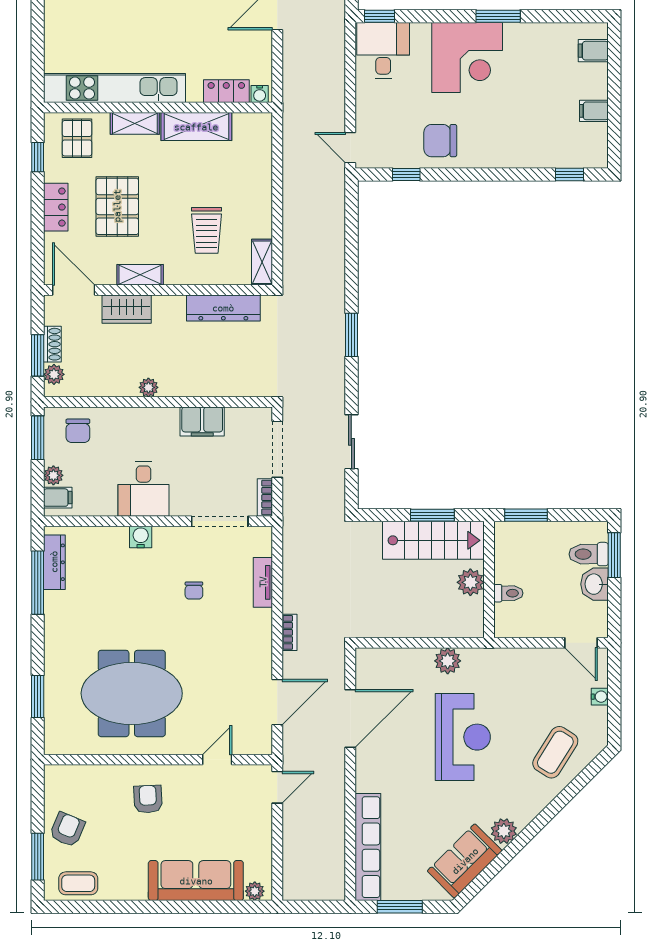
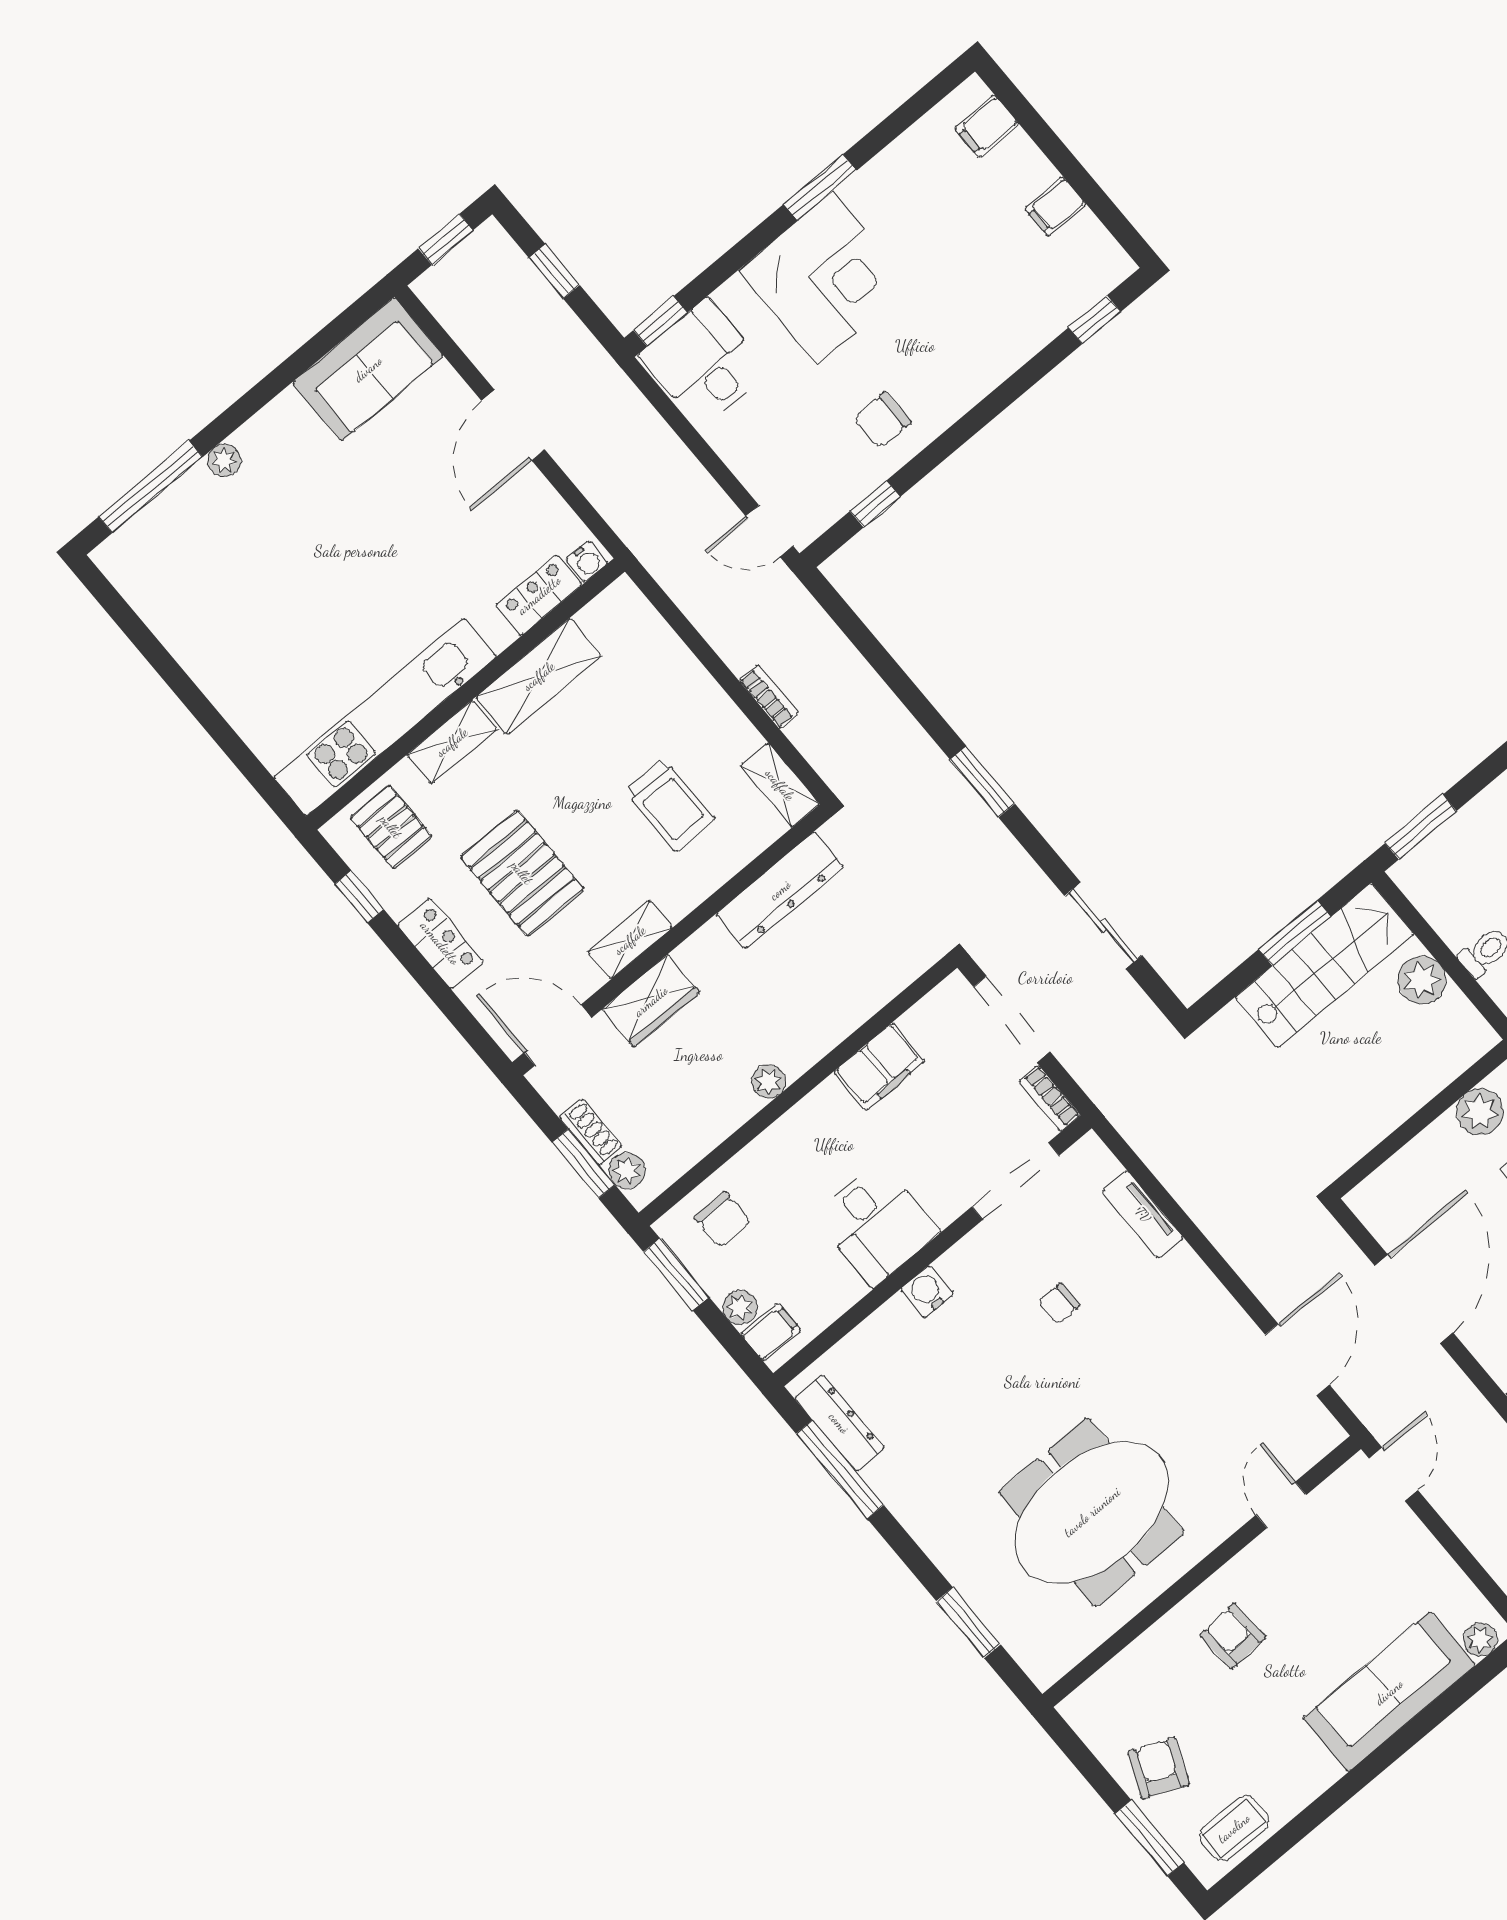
chair: (440, 141) -> (882, 420), width x0.73, depth x0.73
chair: (194, 591) -> (1059, 1304), turned 90
bookcase: (289, 632) -> (769, 697), moved

